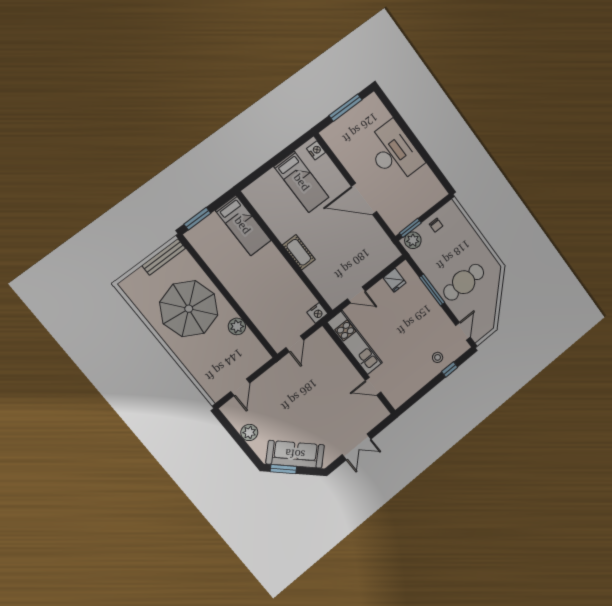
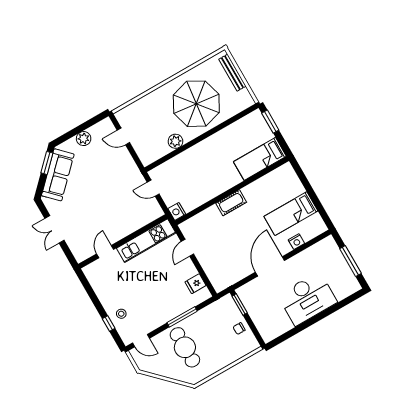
nightstand: (316, 150) -> (296, 242), moved
plant: (413, 240) -> (228, 305), removed
bench: (164, 257) -> (232, 73), moved

